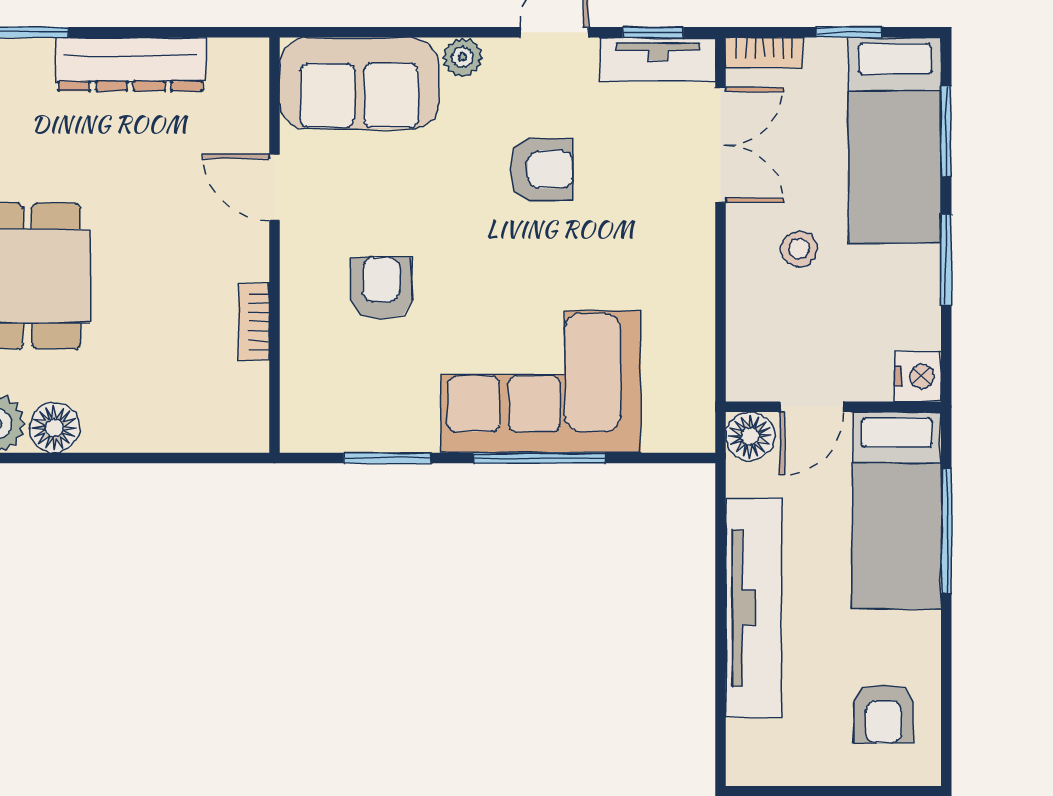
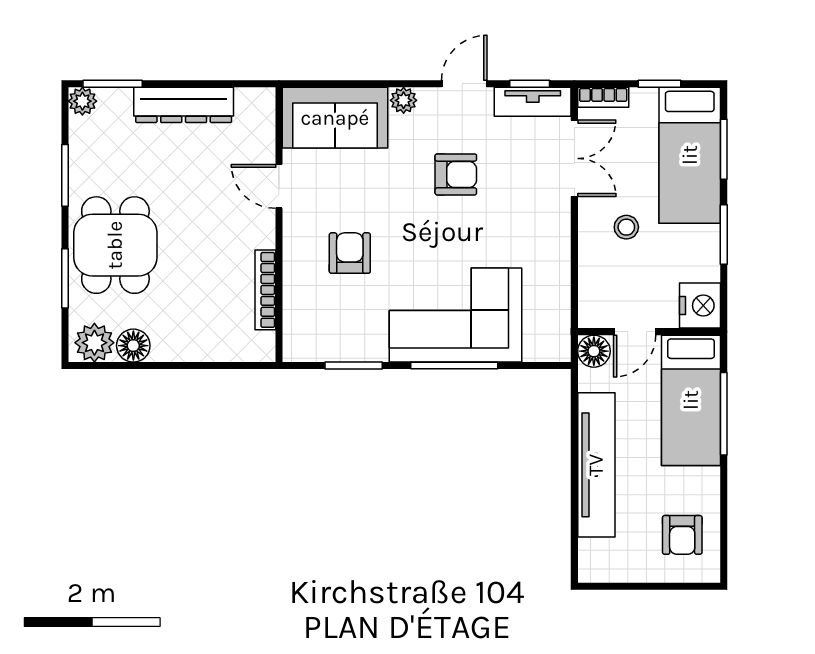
bookcase: (254, 322) -> (265, 290), width x1.56
nightstand: (918, 376) -> (700, 305), width x1.36, depth x1.33

